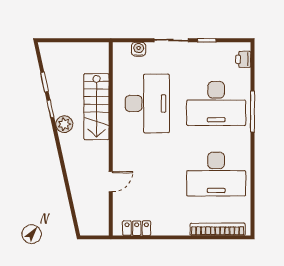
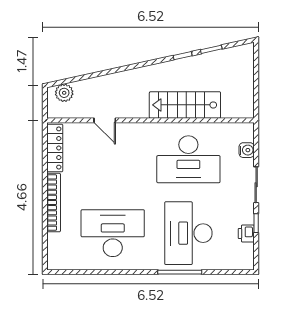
printer: (243, 59) -> (246, 234), moved, turned -90
plant: (64, 124) -> (64, 93), moved
desk: (216, 174) -> (113, 233), turned 90
locker: (137, 228) -> (55, 148), width x1.53
bookcase: (218, 229) -> (54, 203), moved

